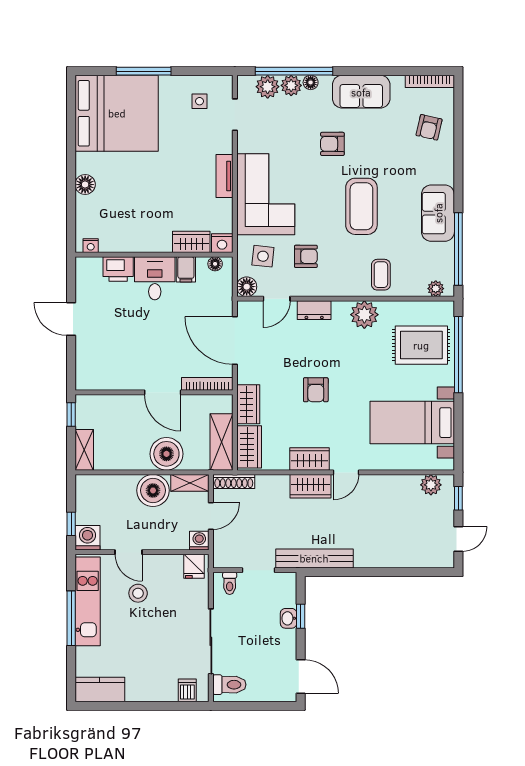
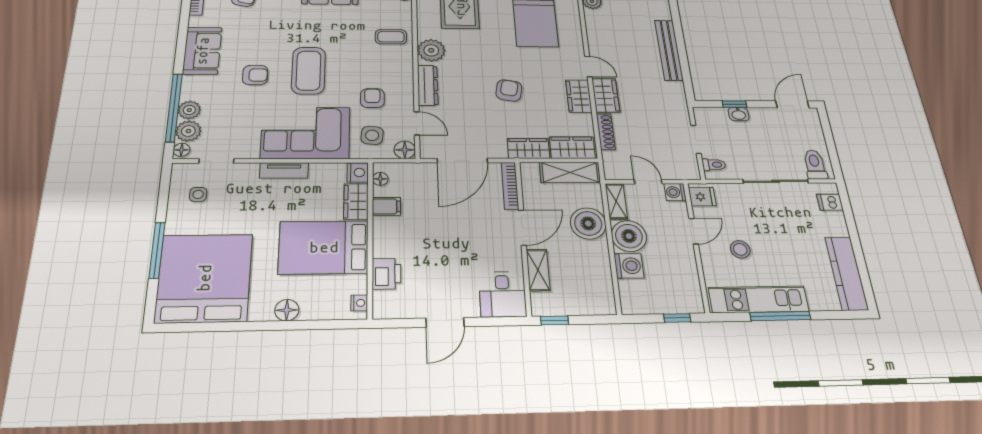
floor lamp: (311, 82) -> (182, 150), moved
armchair: (332, 144) -> (255, 75), turned -90
coffee table: (361, 206) -> (308, 71), moved, turned 90
bed: (145, 214) -> (324, 247), added
desk: (155, 278) -> (503, 294), moved, turned -90
dresser: (314, 310) -> (428, 85), width x1.44
armchair: (316, 390) -> (509, 90), turned -80
shelving: (84, 450) -> (538, 270), moved, turned 90
shoe rack: (234, 481) -> (606, 132), moved
washing machine: (87, 538) -> (629, 266), moved, turned 180
door: (129, 552) -> (694, 231), moved
bench: (314, 558) -> (669, 50), moved
kitchen counter: (100, 689) -> (846, 273), width x1.50

